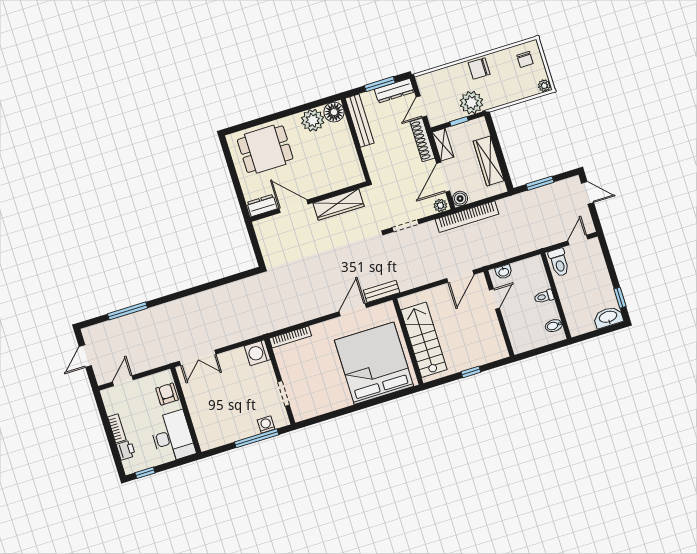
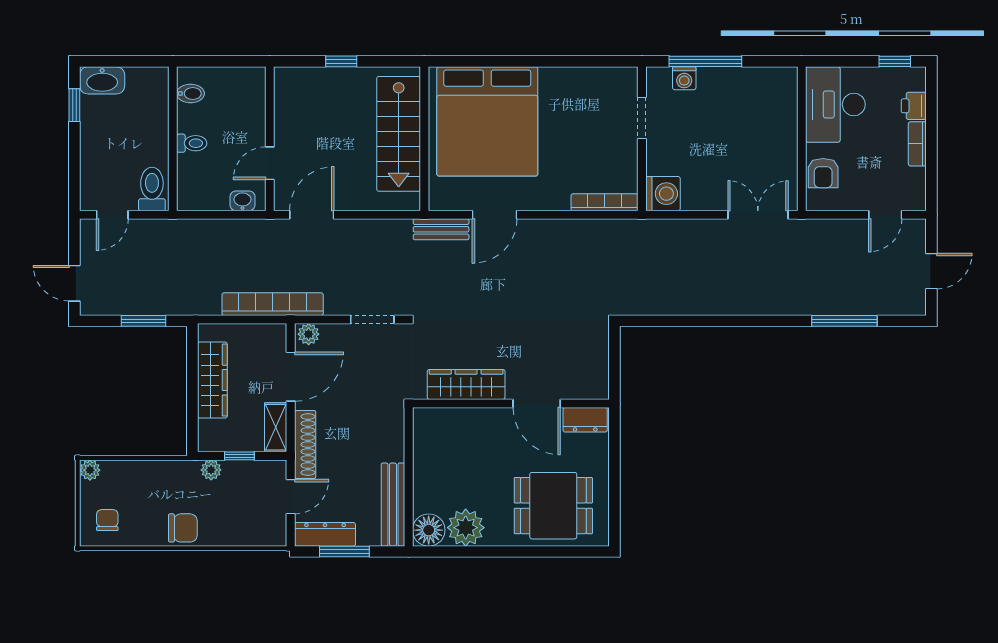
plant: (471, 103) -> (211, 470), width x0.53, depth x0.53
boiler: (460, 199) -> (275, 335), removed

